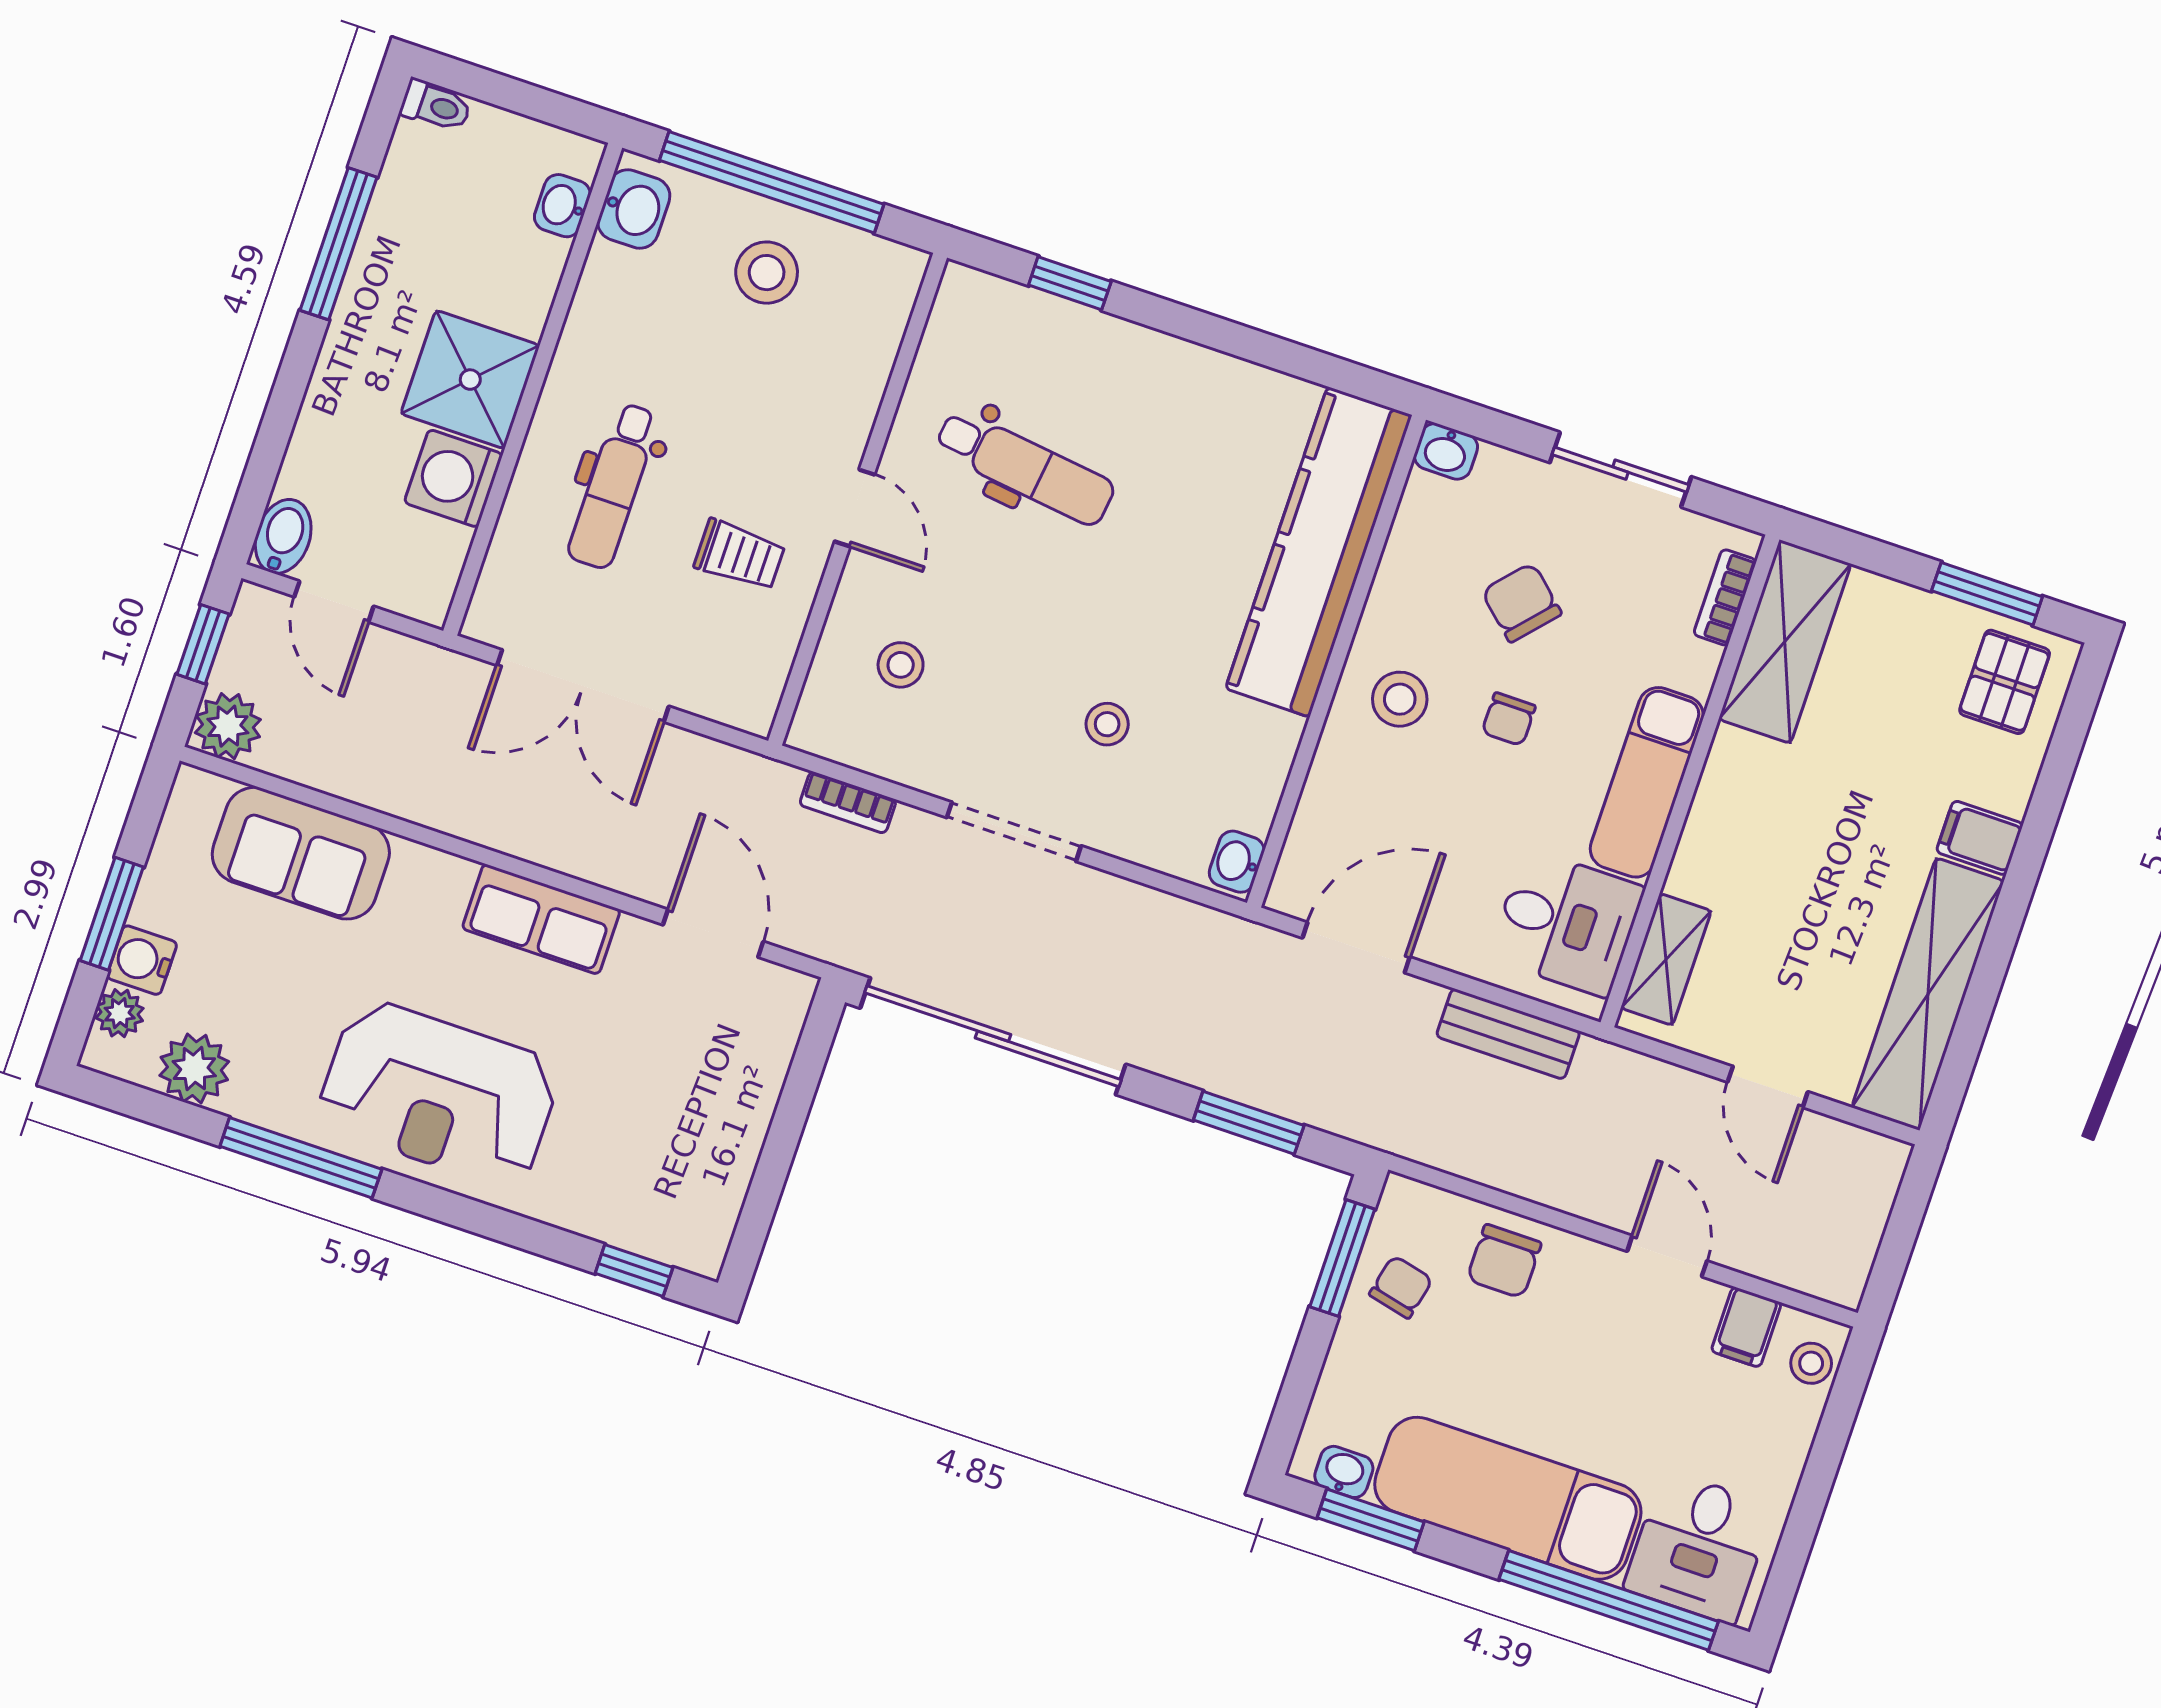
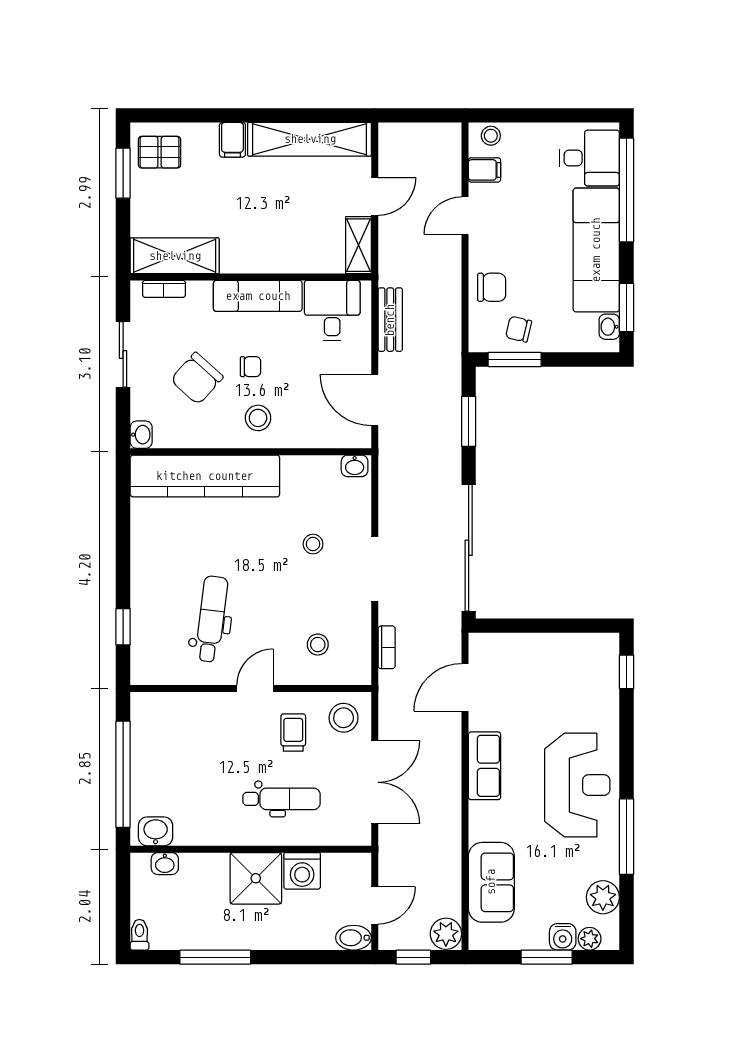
stool: (767, 273) -> (344, 718), moved
chair: (1521, 603) -> (197, 378), width x1.37, depth x1.37
shelving: (1666, 959) -> (359, 245), moved, turned 90

